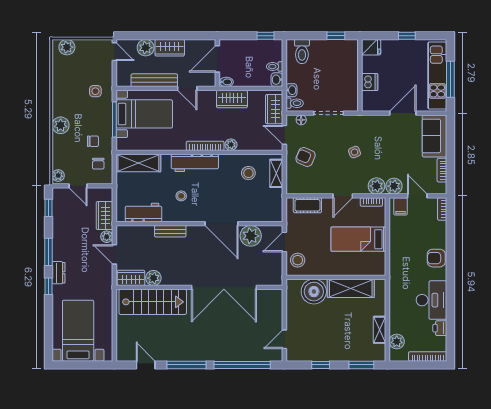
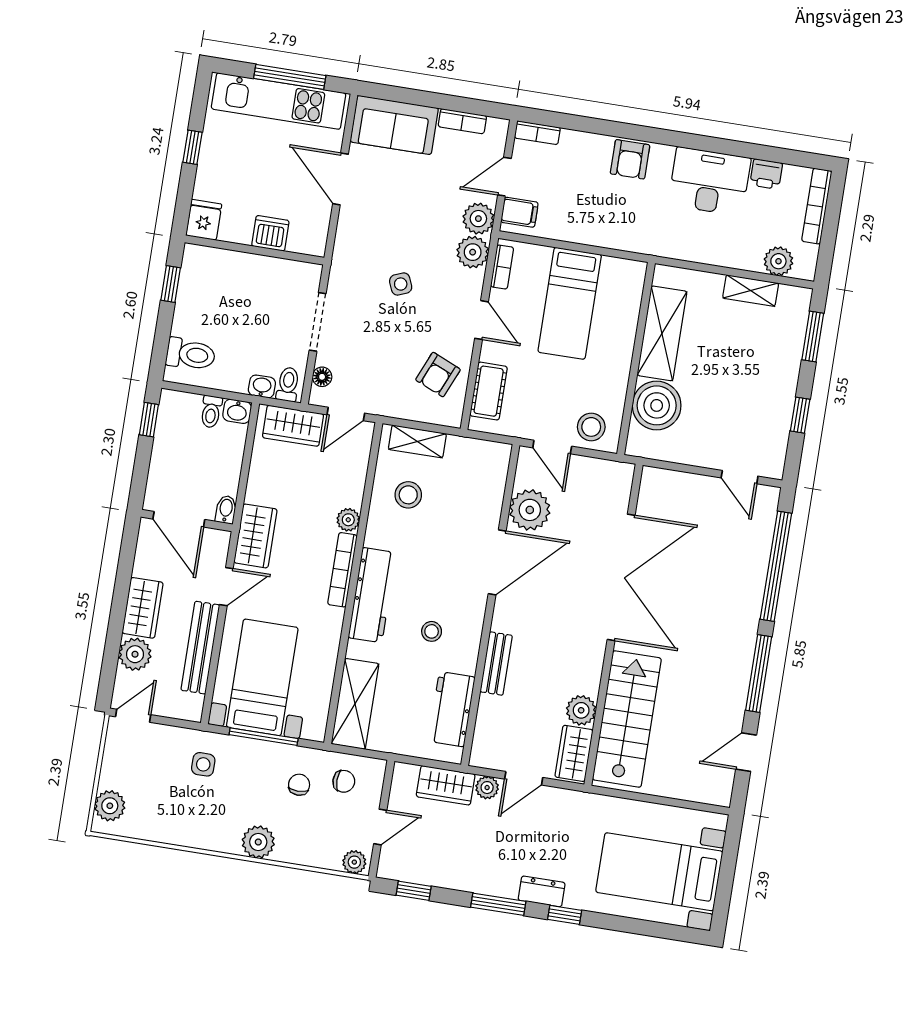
wardrobe: (232, 99) -> (255, 536), moved
armchair: (306, 157) -> (438, 375), moved

